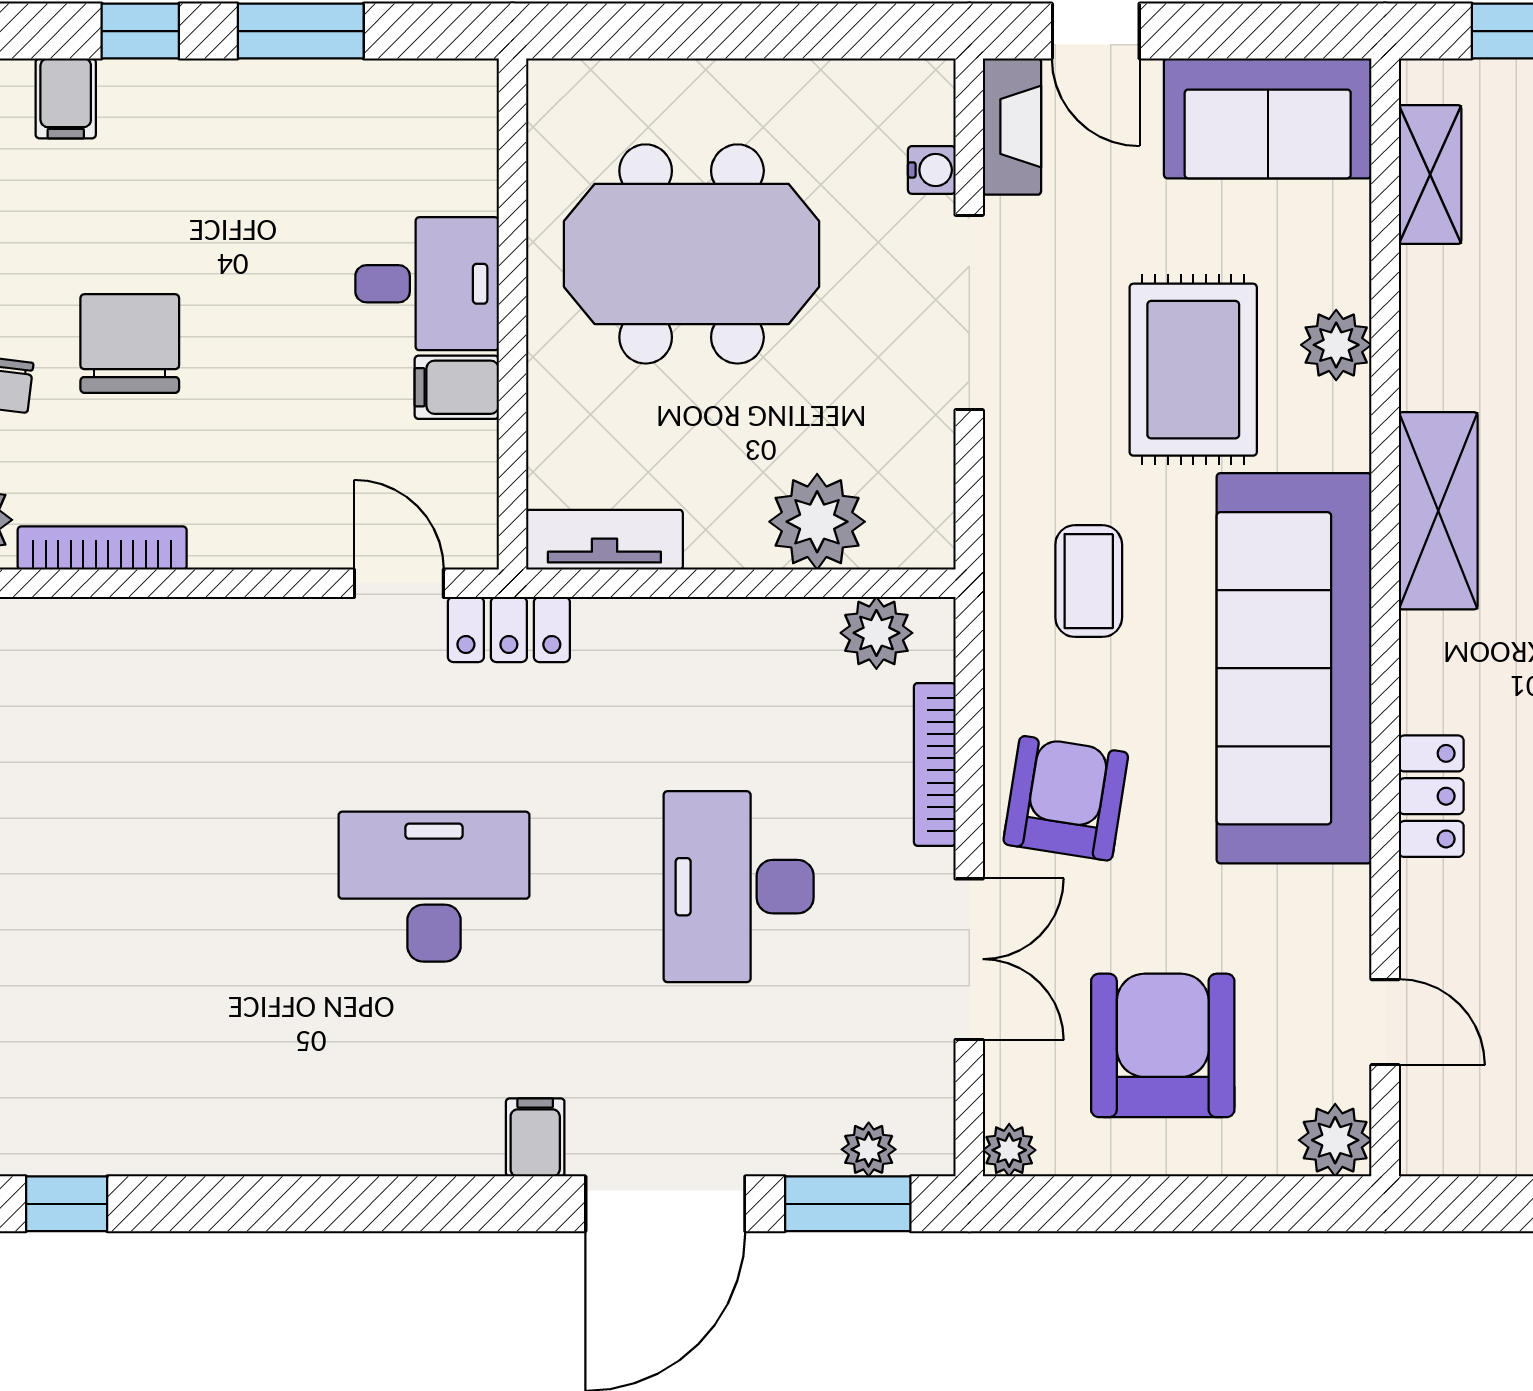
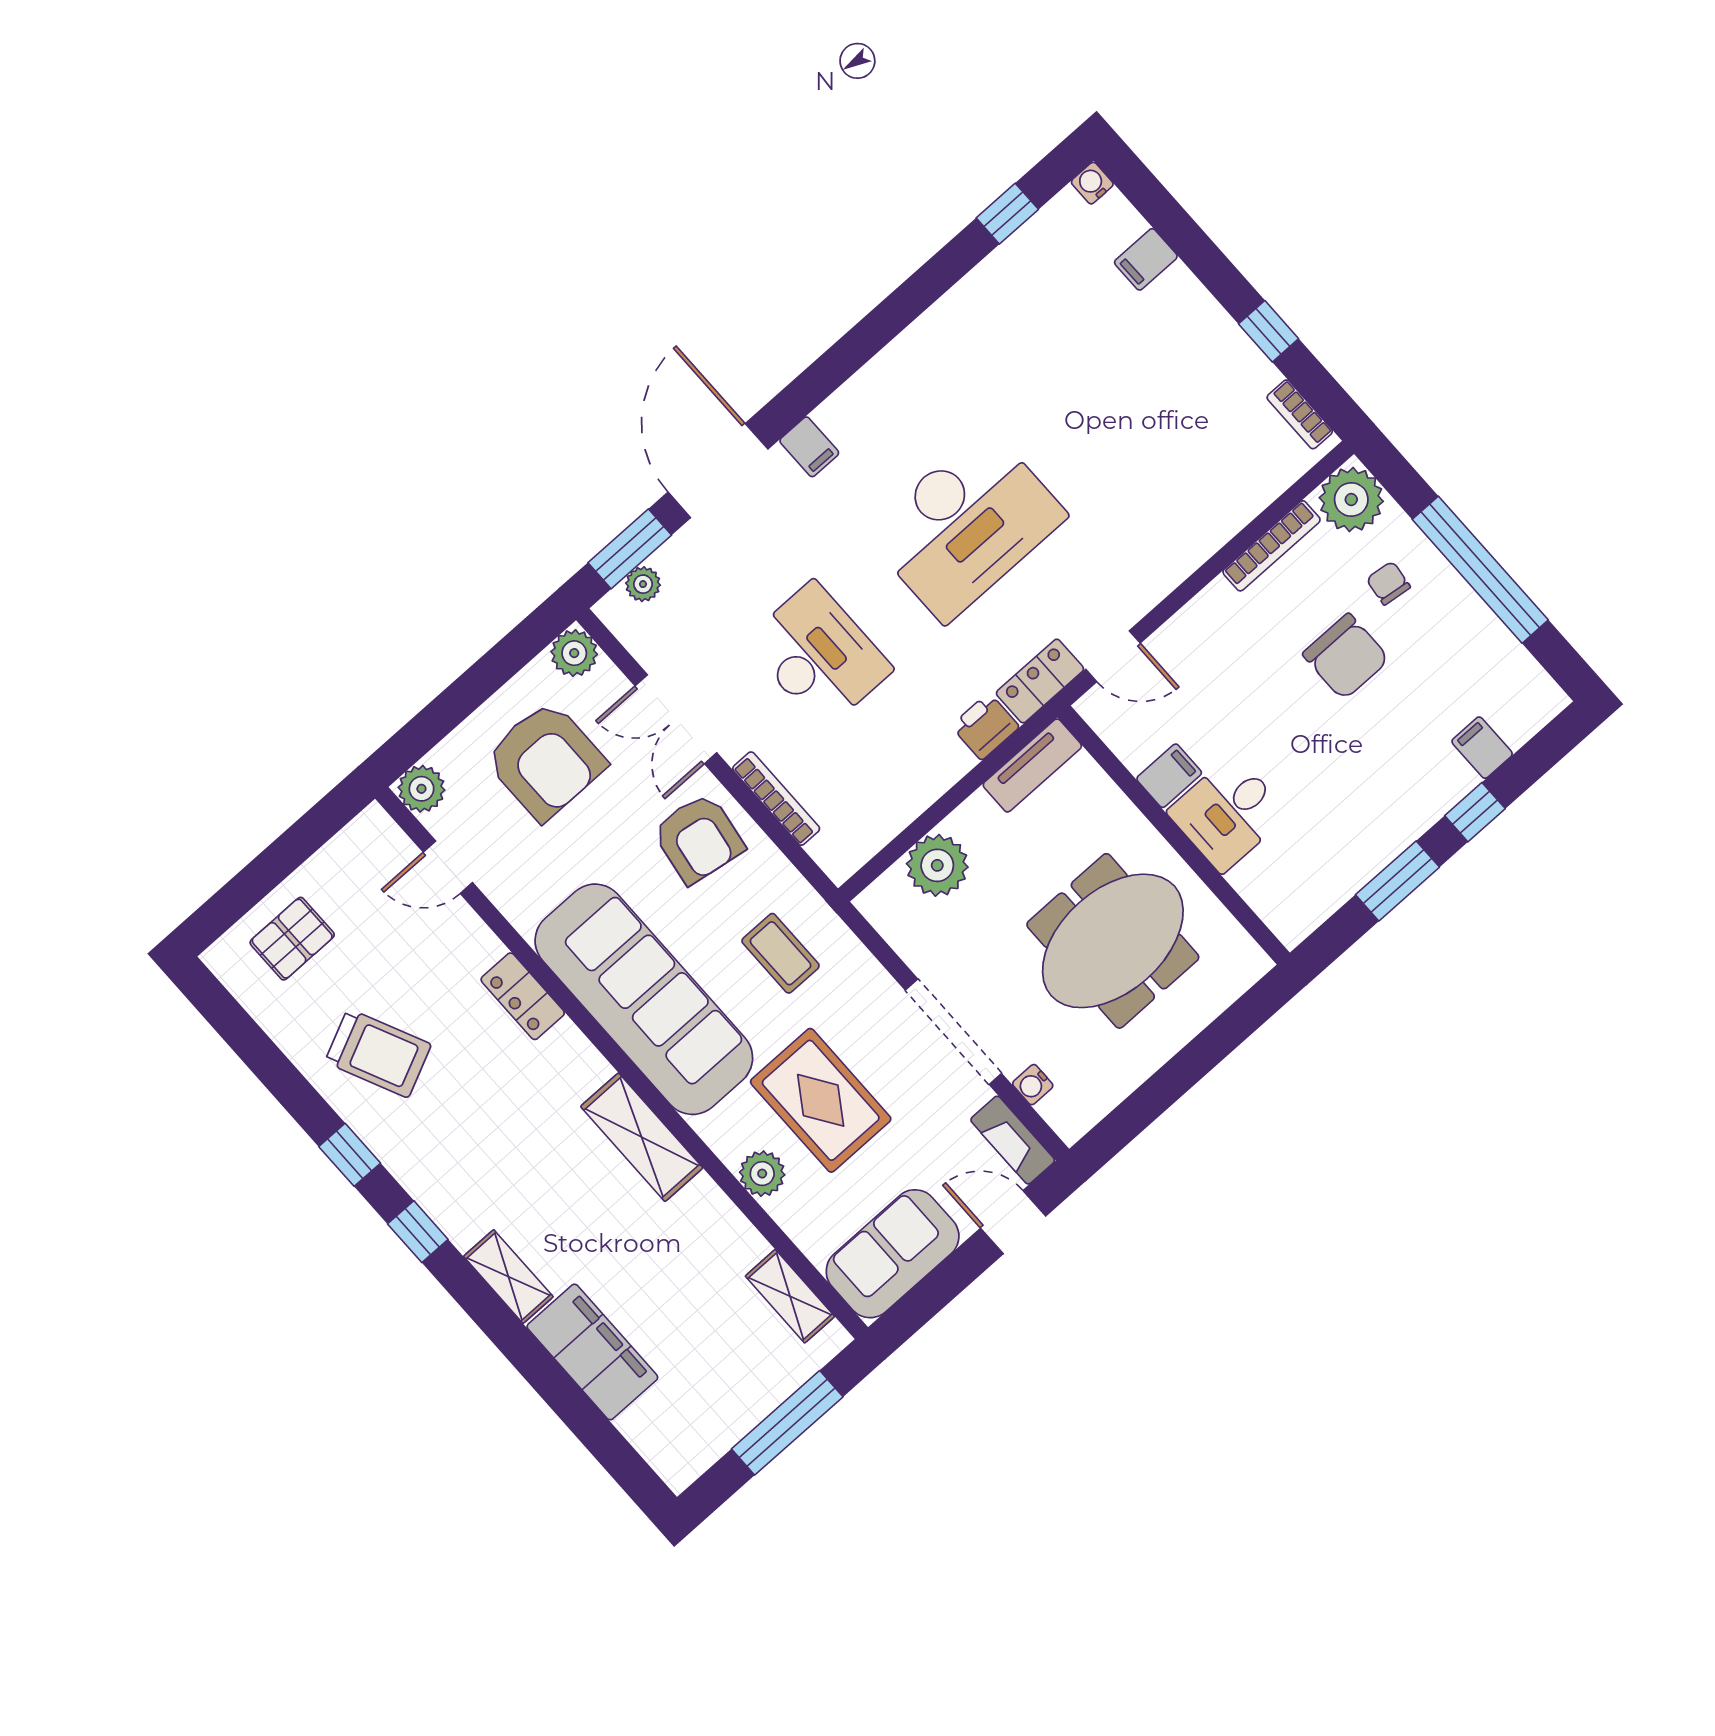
printer: (619, 633) -> (985, 726), added
plant: (876, 633) -> (861, 837), removed
desk: (434, 887) -> (966, 525), width x1.36, depth x1.30
plant: (1009, 1150) -> (574, 653), width x1.38, depth x1.38

